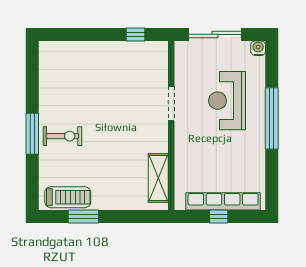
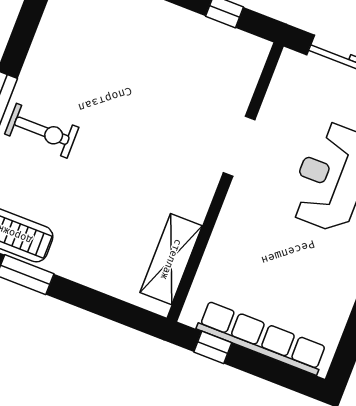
window: (219, 217) -> (213, 347), moved

